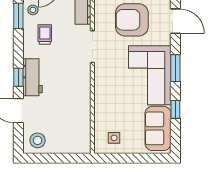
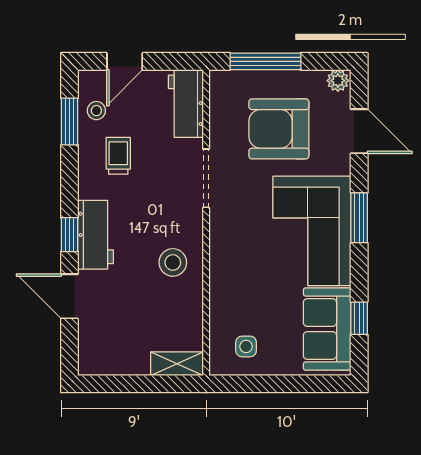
window: (175, 109) -> (359, 318), moved
stool: (38, 140) -> (173, 262), moved
shelving: (77, 147) -> (177, 364), added

